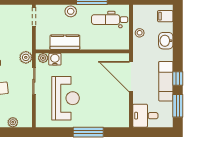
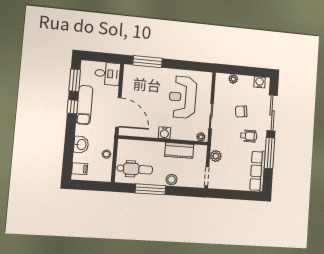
plant: (26, 57) -> (216, 156), moved
water cooler: (55, 59) -> (164, 133), moved
window: (88, 132) -> (148, 62), moved

